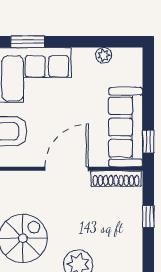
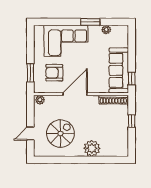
window: (28, 42) -> (90, 22), moved
door: (67, 169) -> (75, 94), moved

